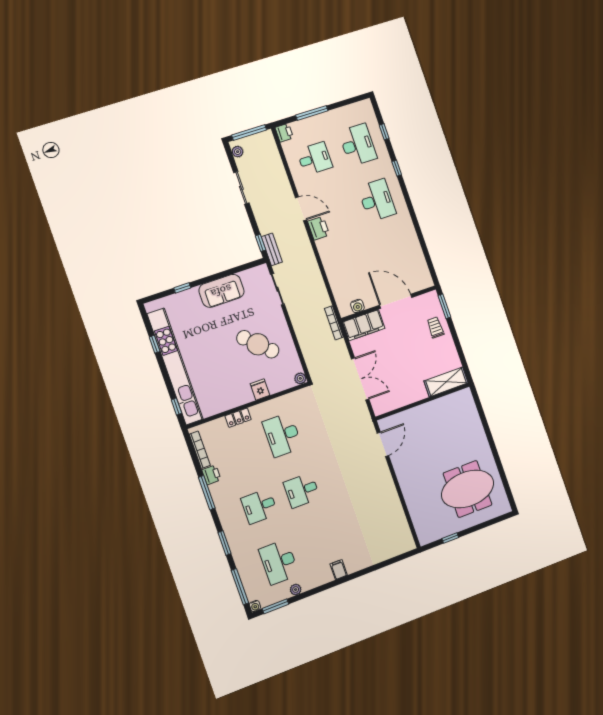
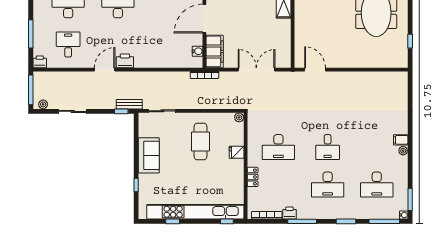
cafe table: (258, 344) -> (200, 142), turned -44
desk: (259, 506) -> (328, 185), width x1.37
plant: (296, 590) -> (403, 151), moved

